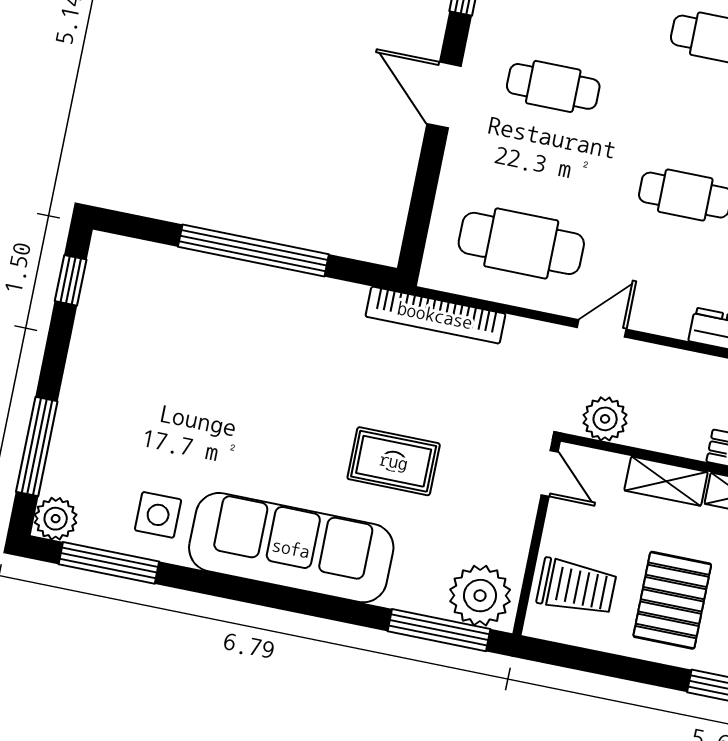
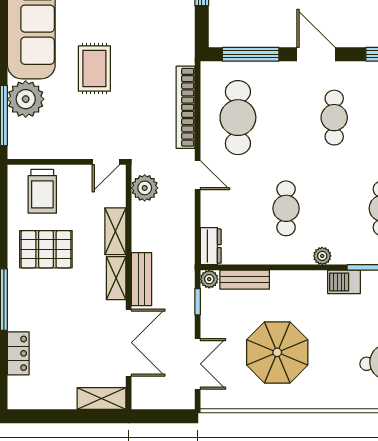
door: (444, 95) -> (316, 54), hinge flipped
window: (422, 202) -> (251, 54), added
bookcase: (435, 315) -> (185, 107), moved
plant: (480, 596) -> (26, 99), moved

